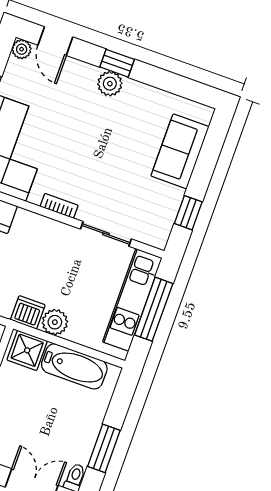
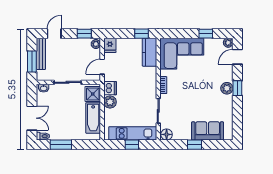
window: (188, 213) -> (195, 145), moved
floor lamp: (158, 234) -> (167, 134), added
window: (154, 309) -> (132, 145), width x0.46

